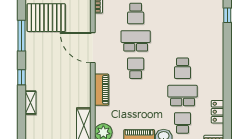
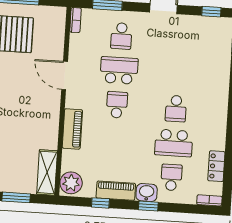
door: (93, 48) -> (65, 75), width x0.73
school desk: (183, 96) -> (174, 143), turned 180

